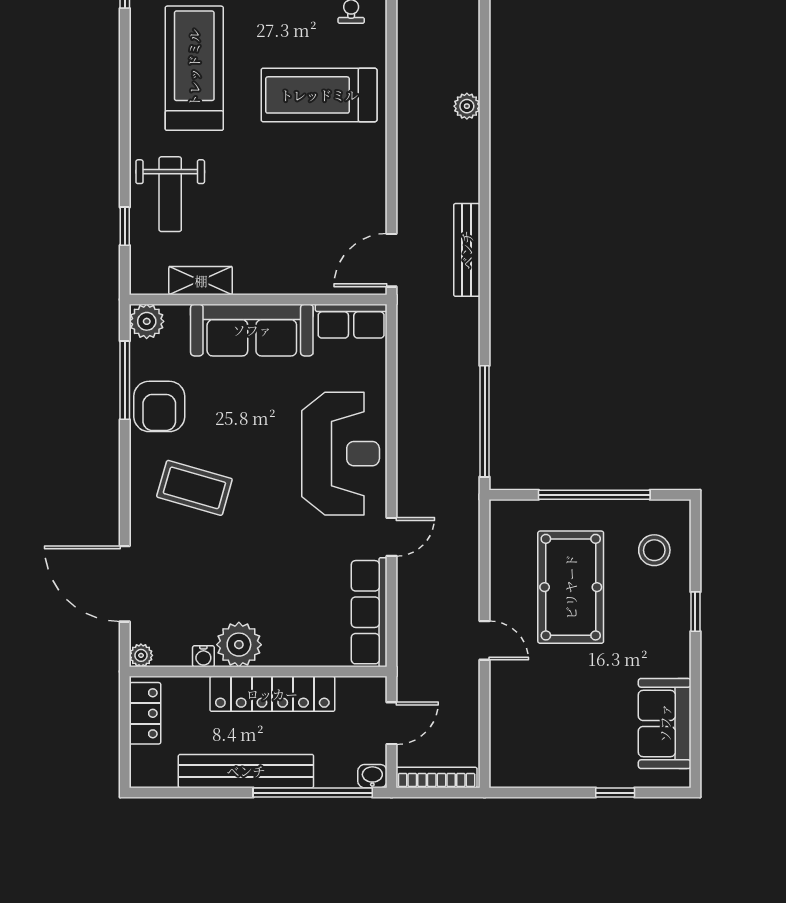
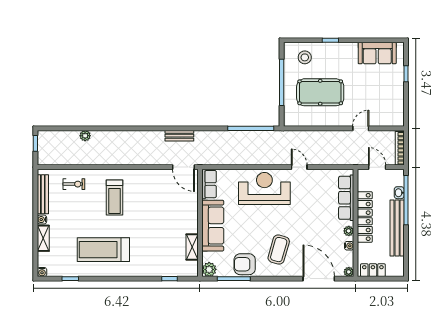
treadmill: (319, 95) -> (115, 197), width x0.73, depth x0.73
plant: (467, 106) -> (85, 136), moved
weight bench: (170, 194) -> (156, 260), removed
bench: (467, 250) -> (179, 136), width x0.73
armchair: (159, 406) -> (245, 264), turned 180
door: (125, 584) -> (319, 279), swing flipped
row of seats: (369, 612) -> (346, 198), moved, turned 90
door: (485, 640) -> (361, 128), moved
plant: (239, 645) -> (349, 231), width x0.53, depth x0.53
washbasin: (372, 776) -> (399, 193), moved

